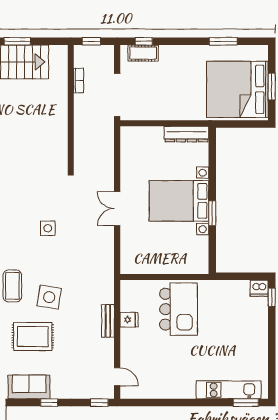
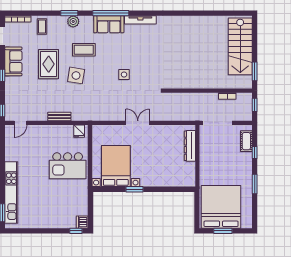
window: (17, 41) -> (255, 71), moved
window: (144, 41) -> (255, 152), moved
window: (223, 41) -> (255, 184), moved
dresser: (186, 134) -> (190, 146), moved
bed with nightstands: (179, 201) -> (116, 166), moved
fridge: (129, 320) -> (79, 131), moved
kitchen unit: (229, 390) -> (11, 192), width x1.36

